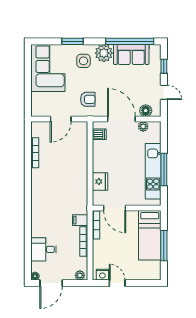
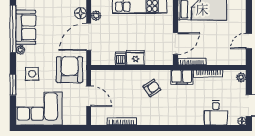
plant: (104, 53) -> (20, 50), width x0.53, depth x0.53
armchair: (88, 99) -> (69, 70), width x1.88, depth x1.88
dishwasher: (99, 134) -> (121, 58), moved
fridge: (100, 181) -> (135, 58), moved
armchair: (69, 184) -> (152, 88), added
filing cabinet: (80, 220) -> (182, 77), width x2.00
nightstand: (102, 275) -> (240, 55), removed

